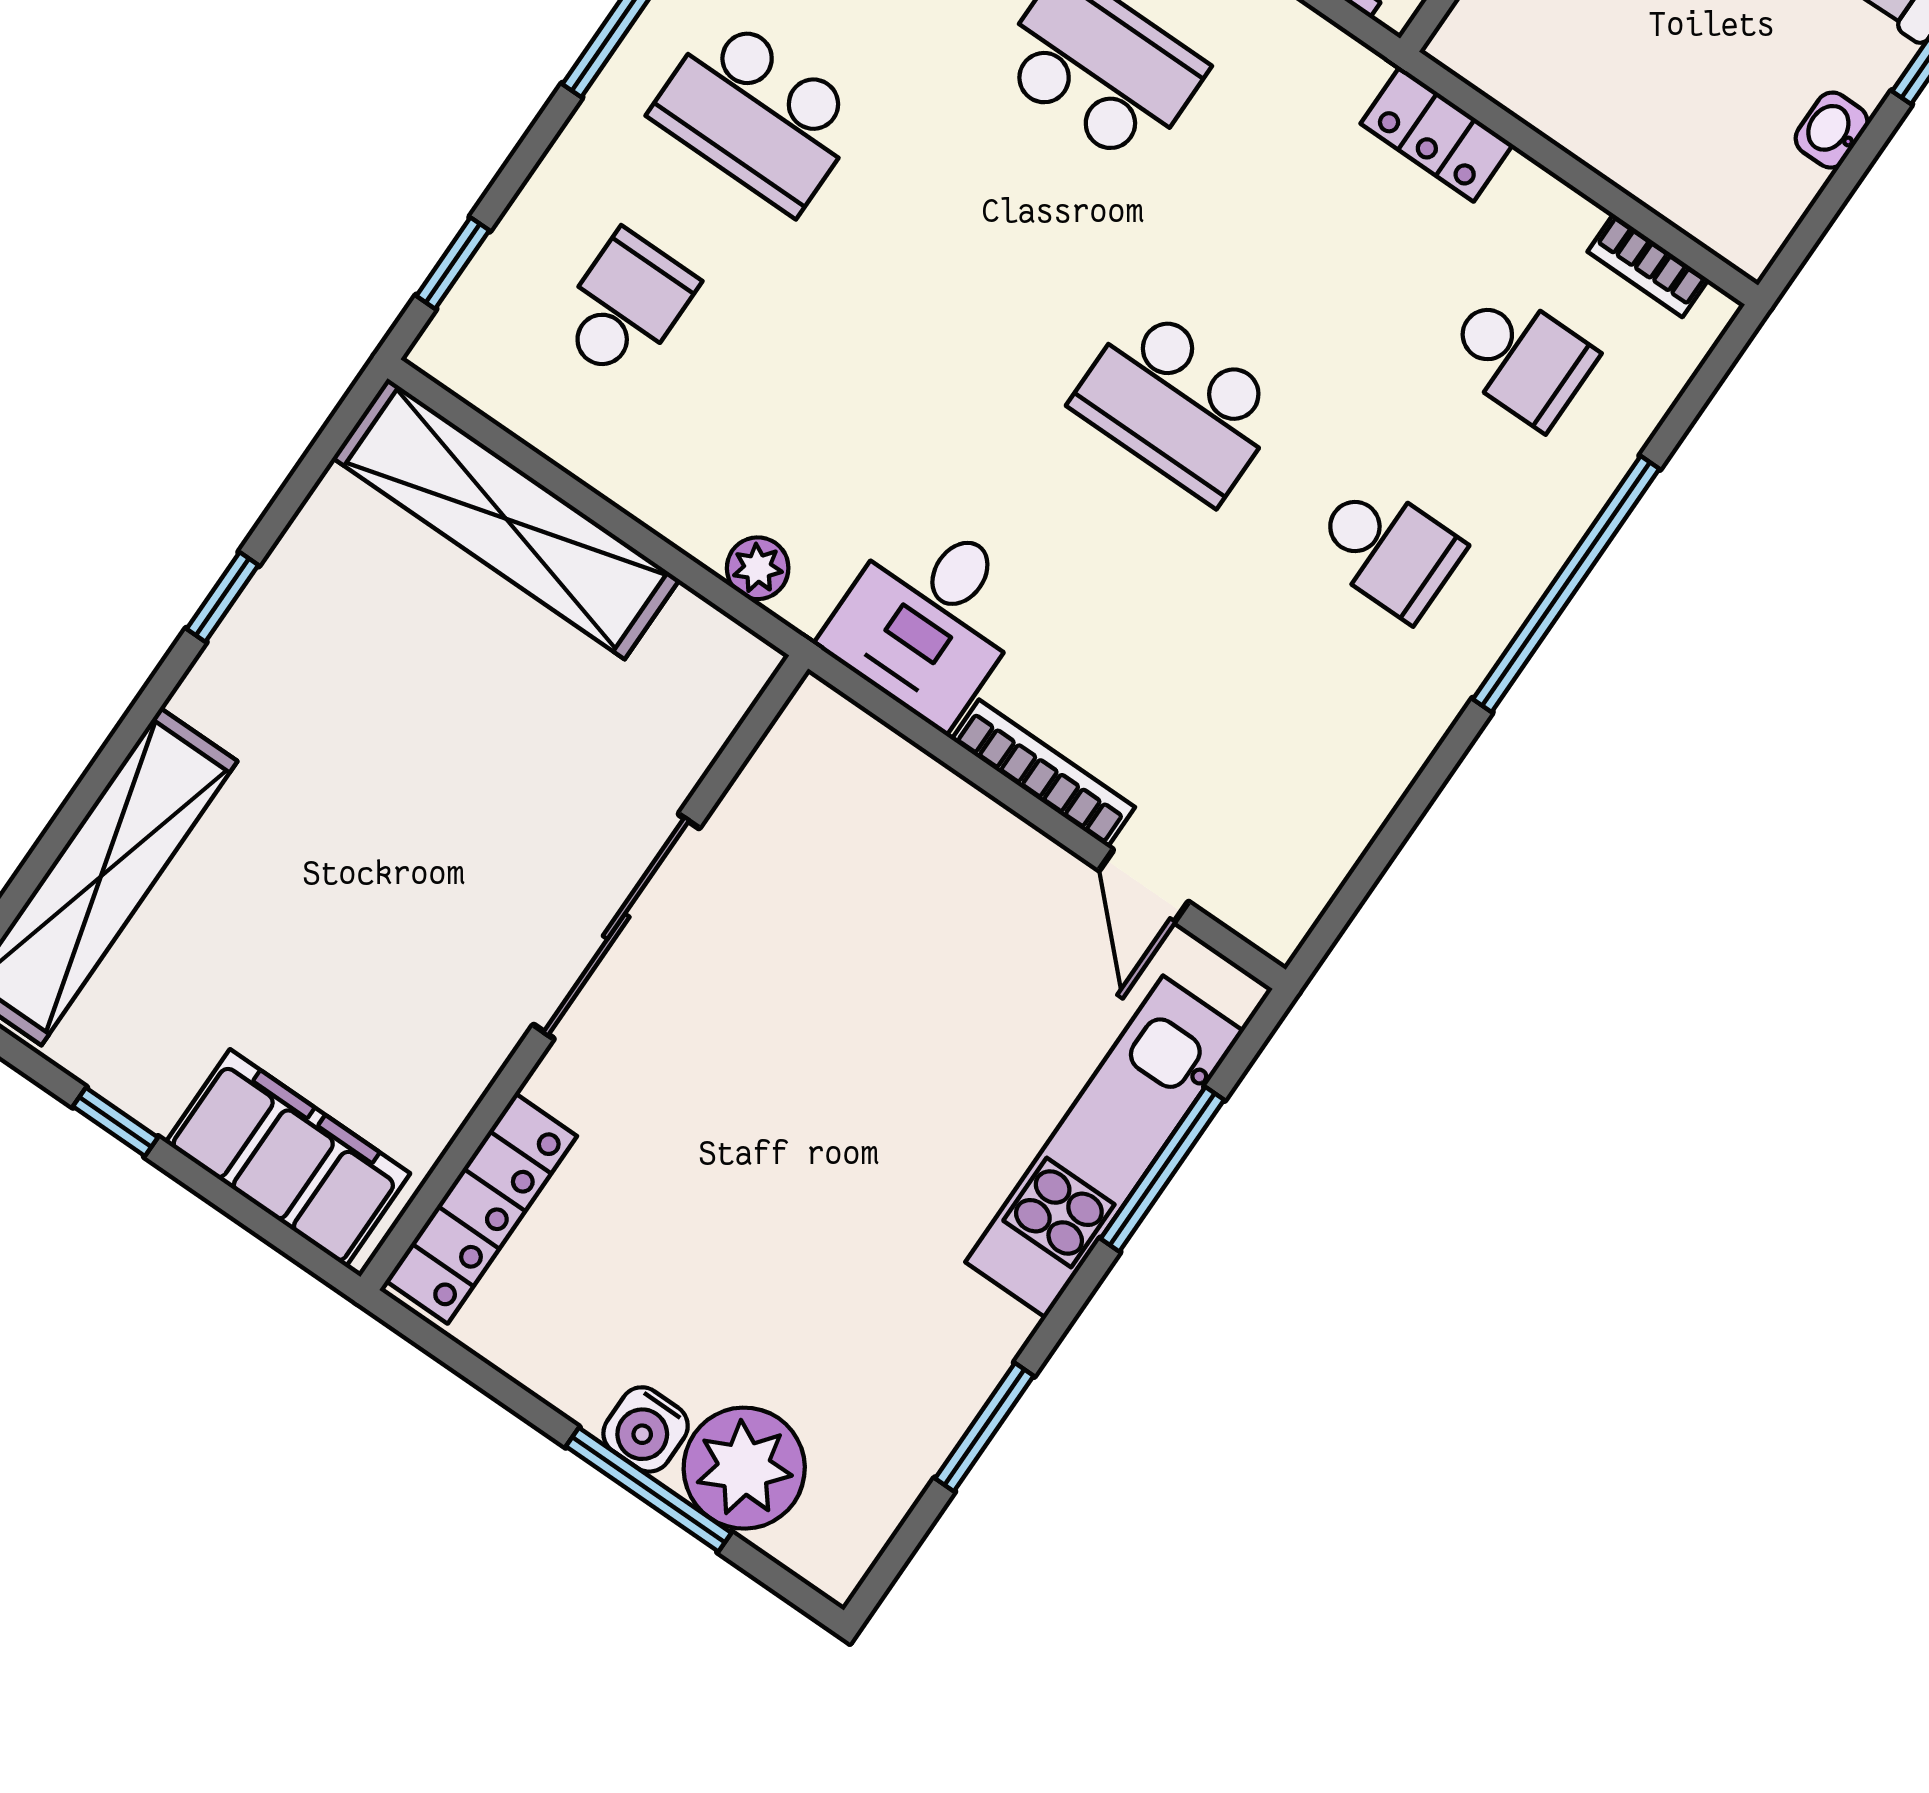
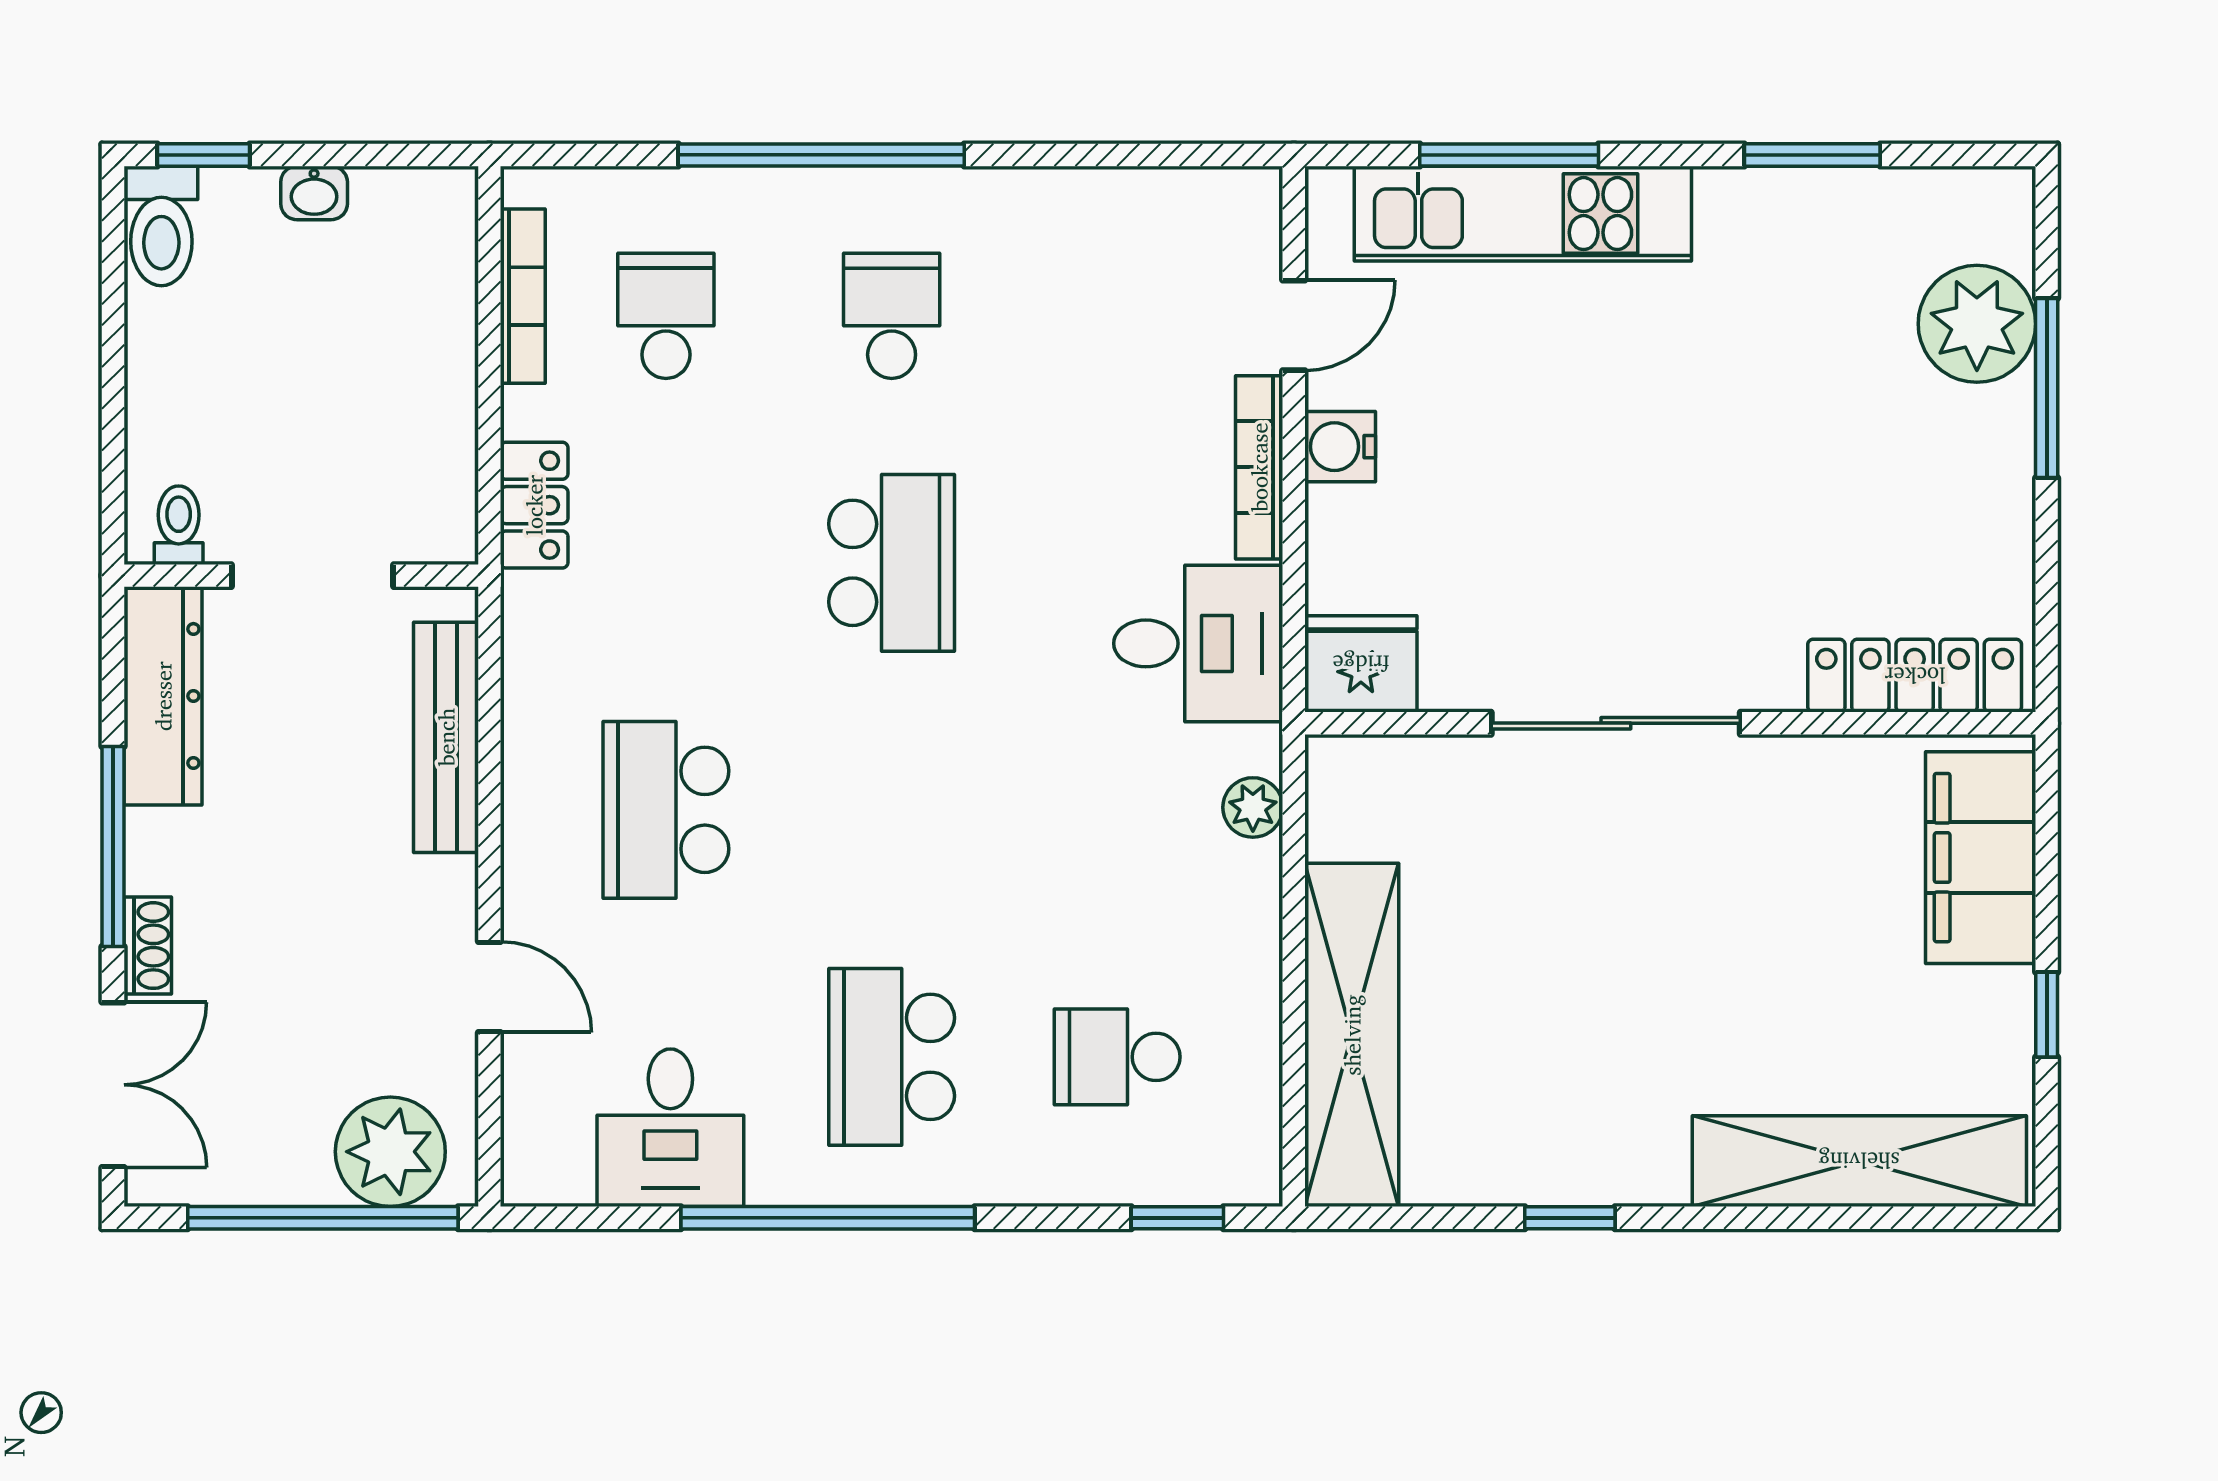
school desk: (757, 114) -> (892, 1057), turned 180
bookcase: (1648, 266) -> (523, 296), width x1.56
fridge: (816, 744) -> (1361, 664), added
water cooler: (646, 1429) -> (1340, 447), moved, turned 180

